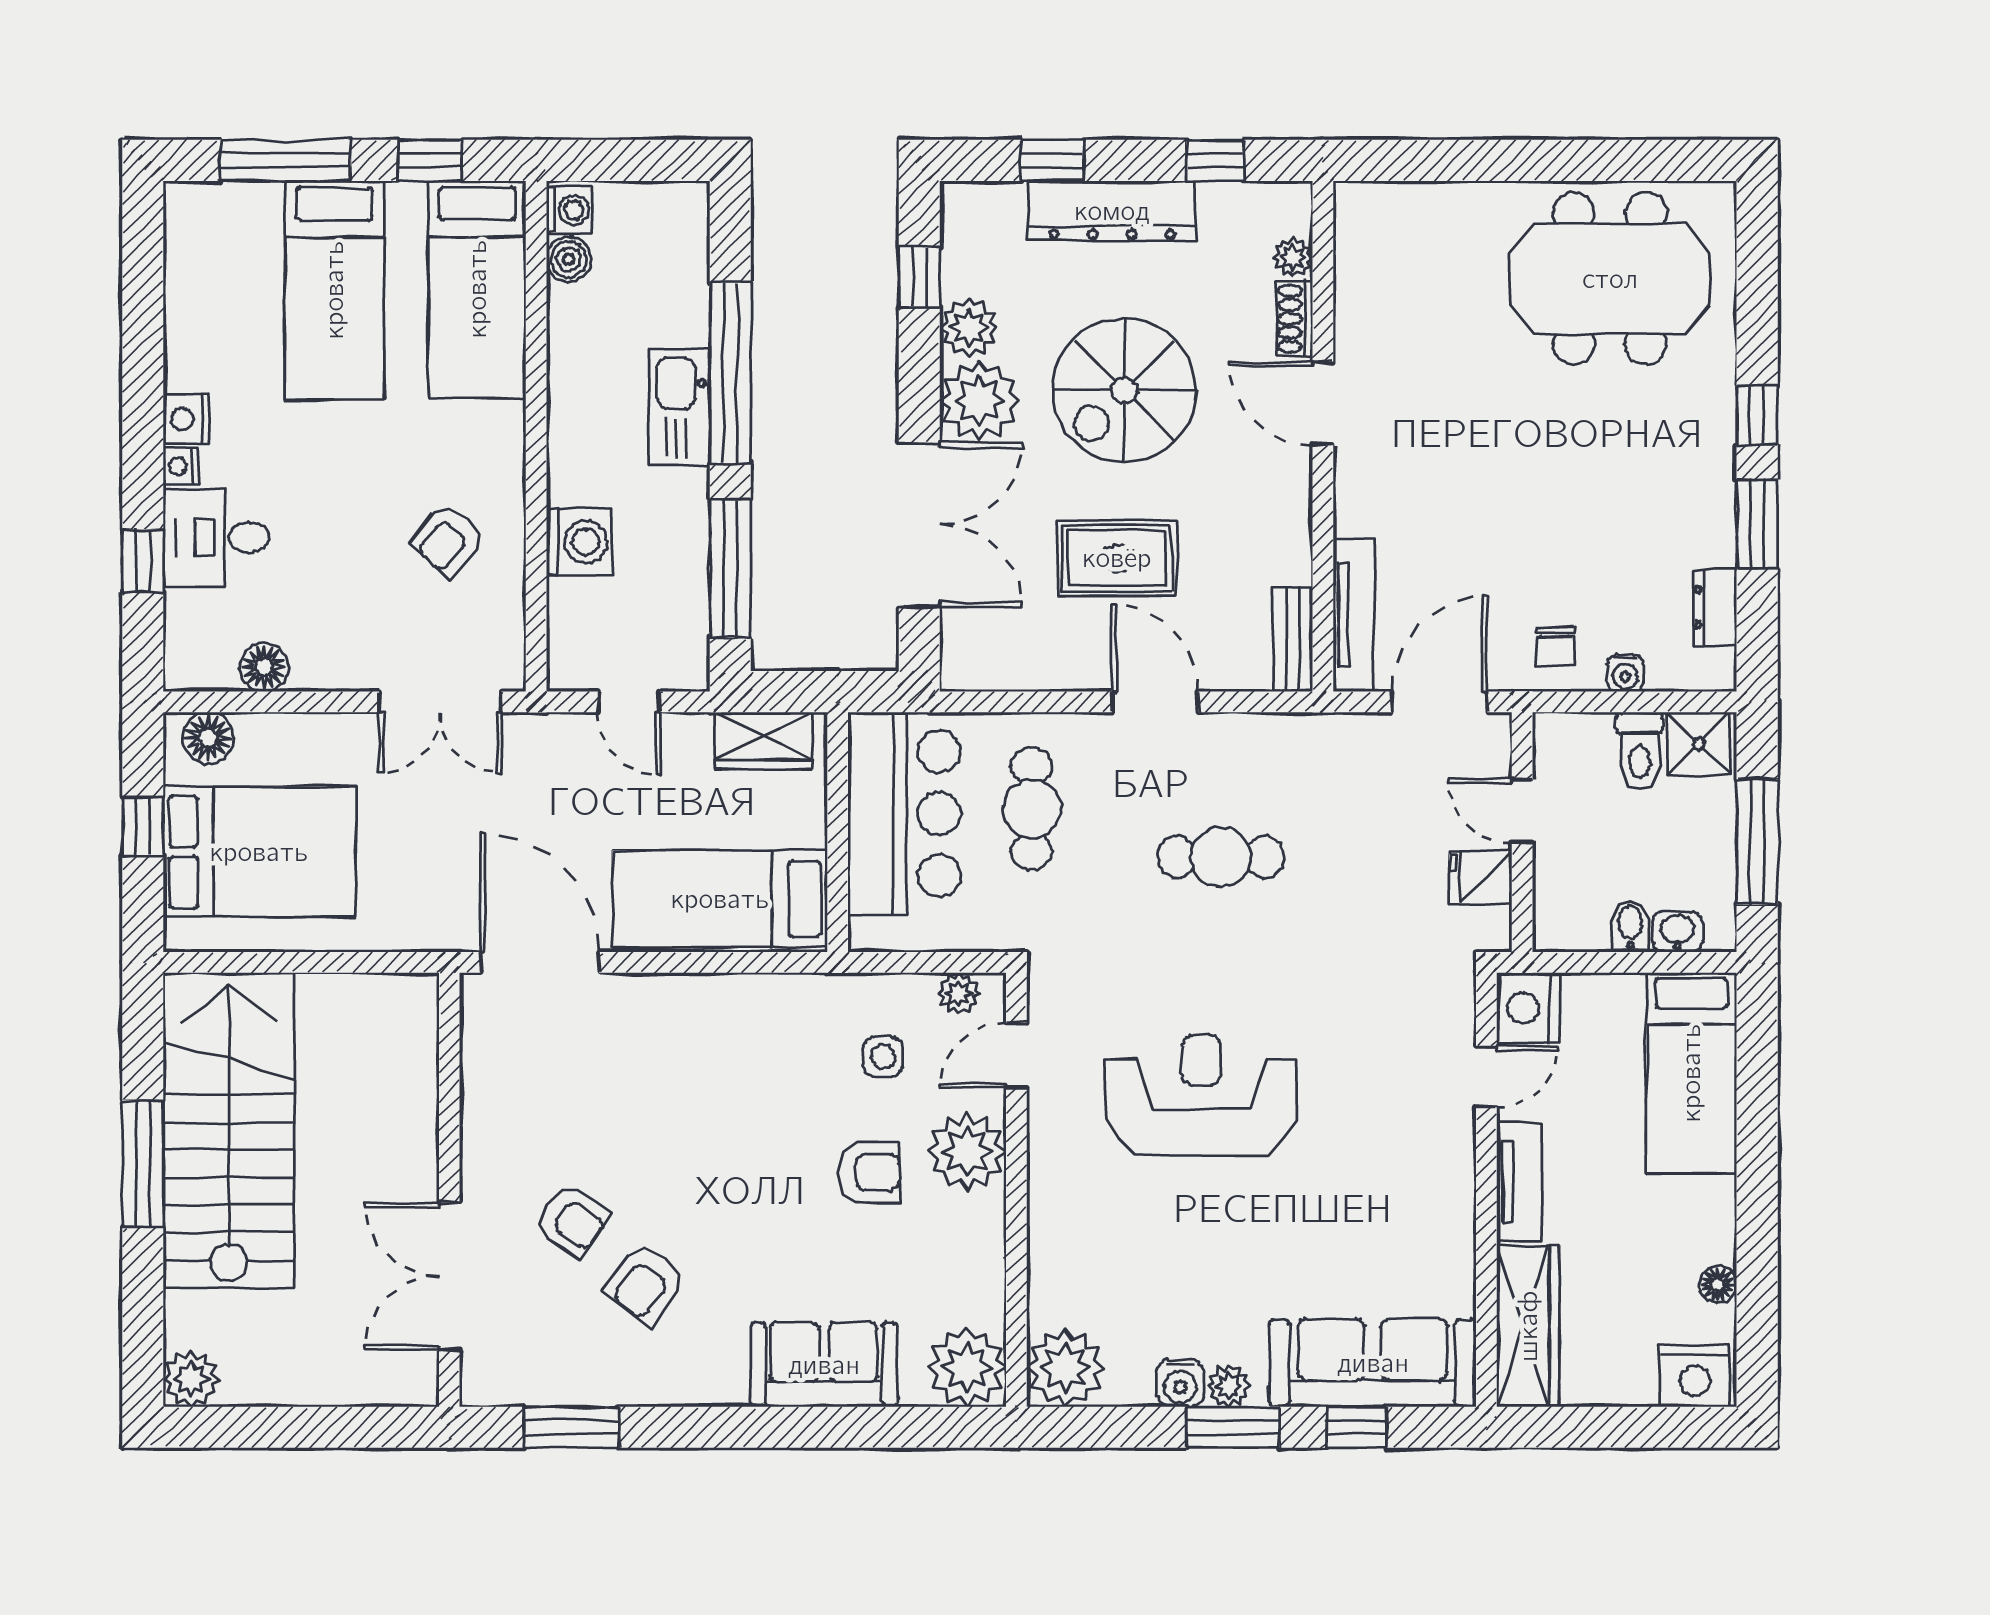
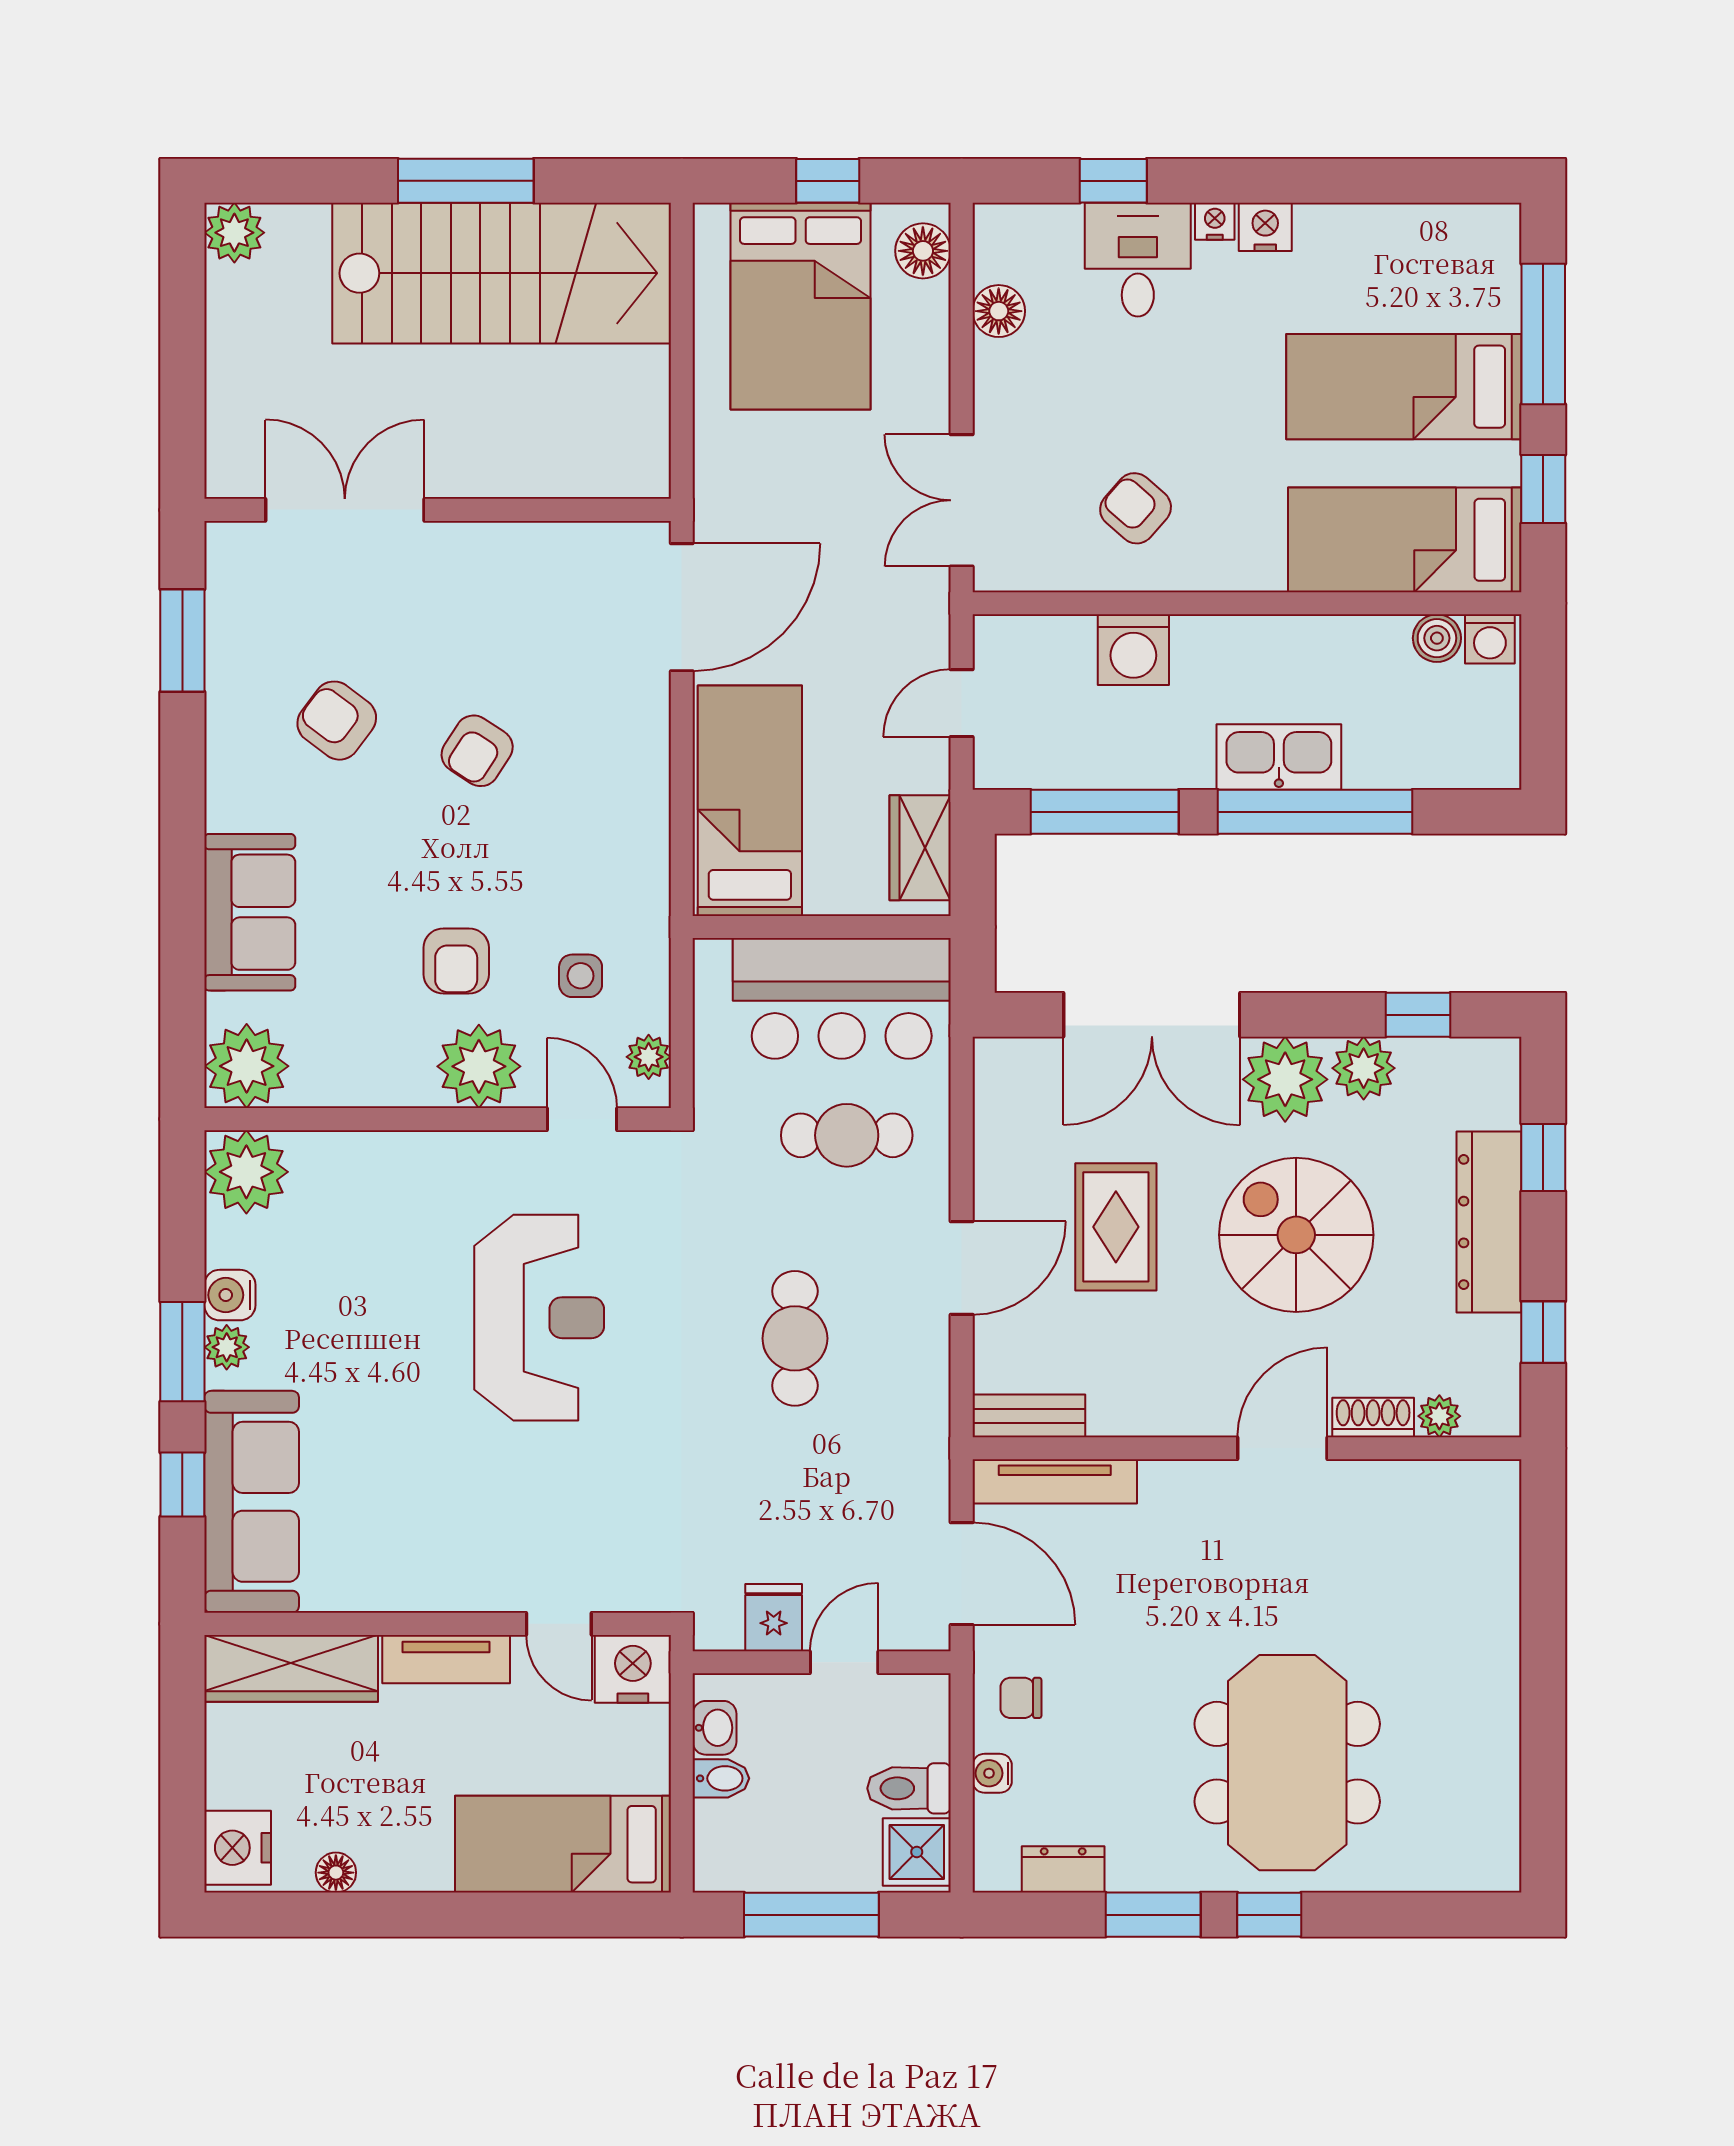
meeting table: (1610, 279) -> (1287, 1763), moved
washbasin: (1677, 932) -> (715, 1728), moved
armchair: (572, 1221) -> (477, 751), moved

